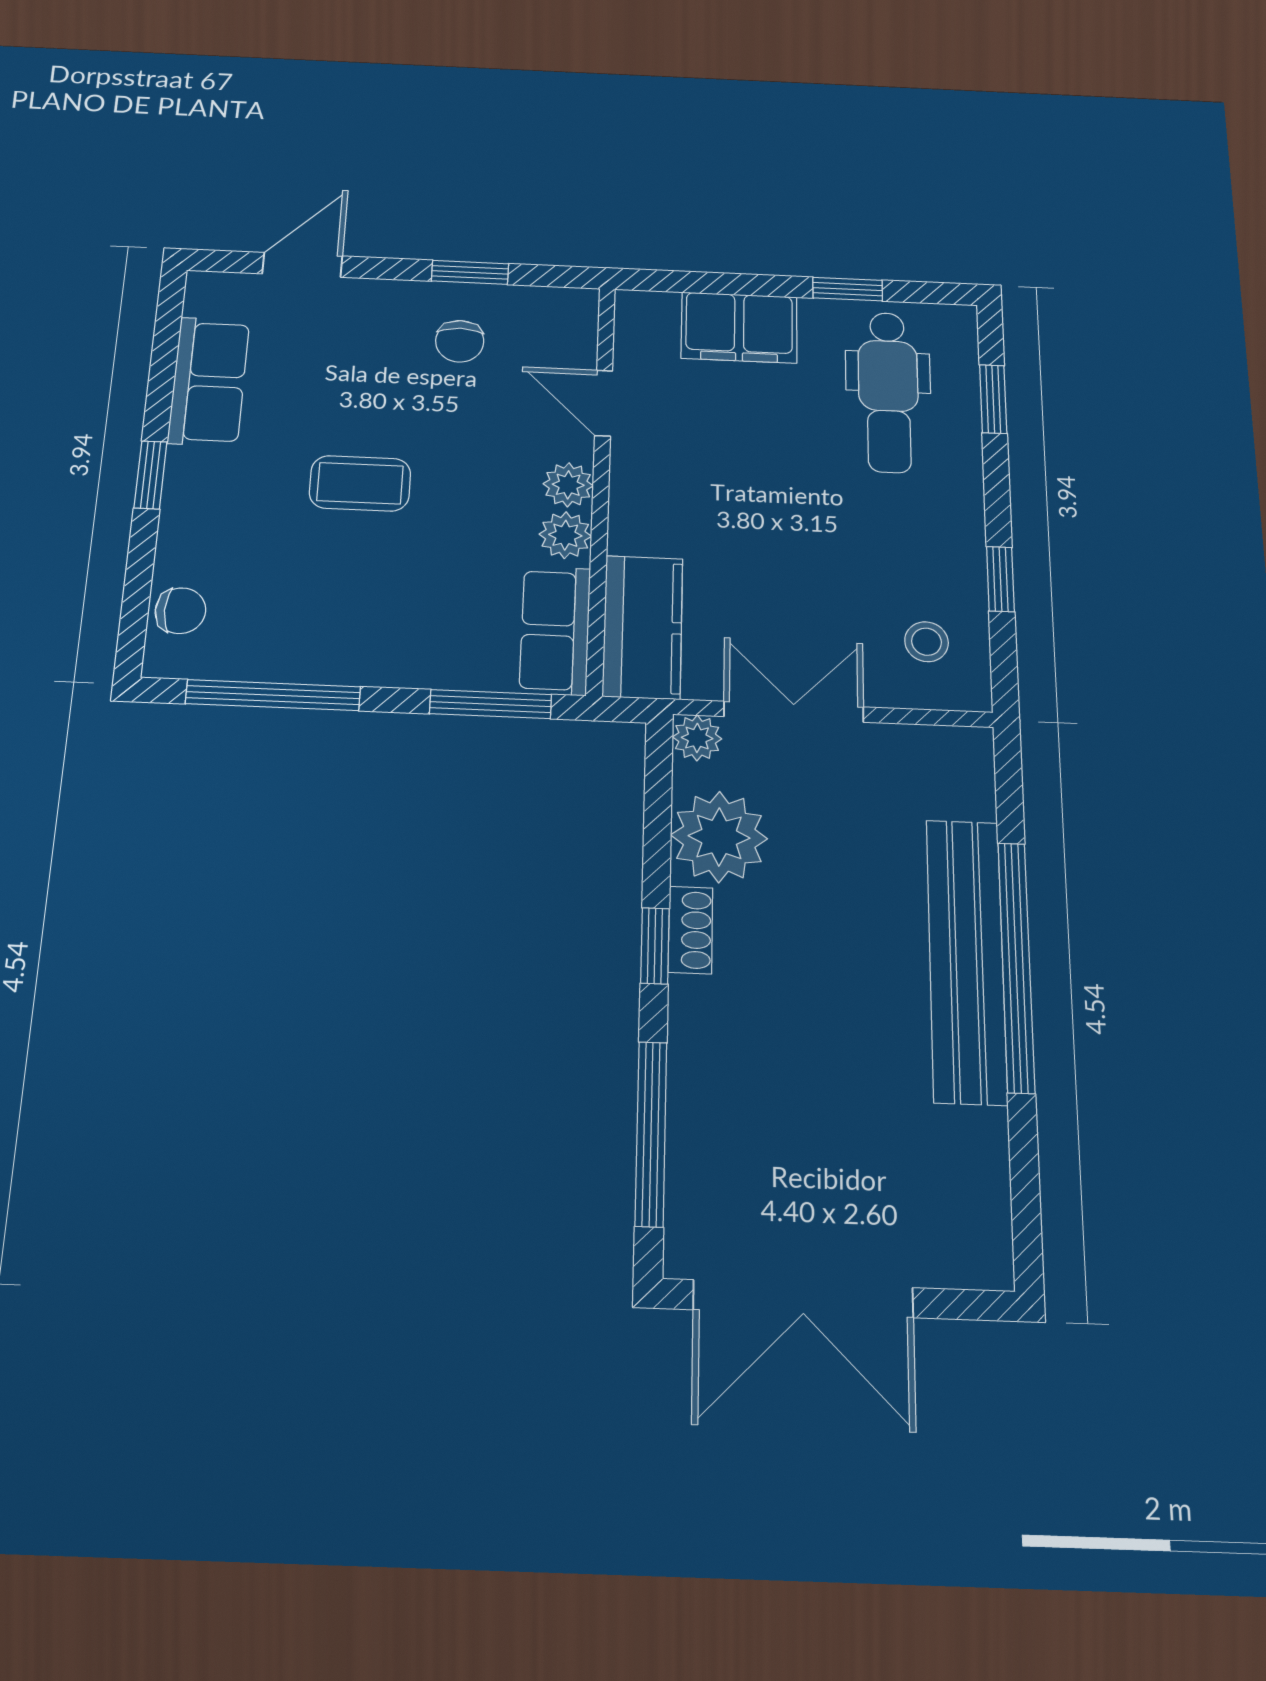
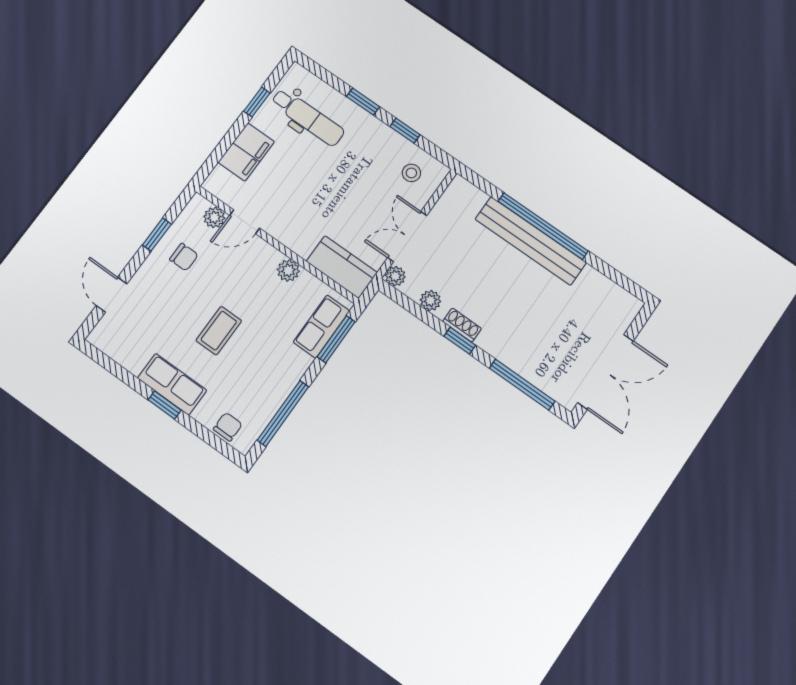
row of seats: (209, 381) -> (172, 384), moved
window: (993, 399) -> (363, 102), moved
plant: (568, 485) -> (214, 217), moved
row of seats: (555, 630) -> (321, 327), moved, turned 90
plant: (719, 837) -> (430, 301), width x0.53, depth x0.53

